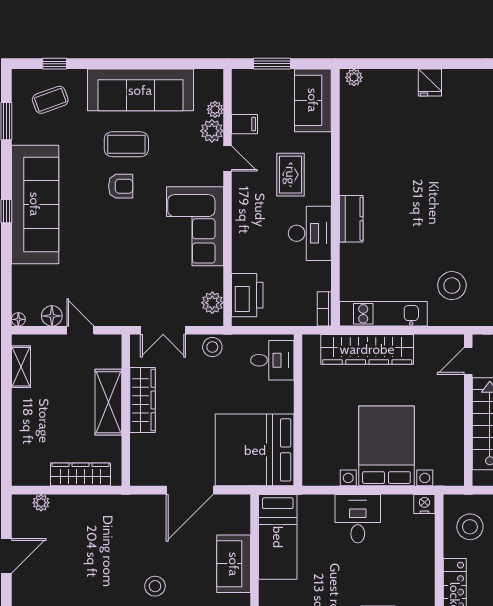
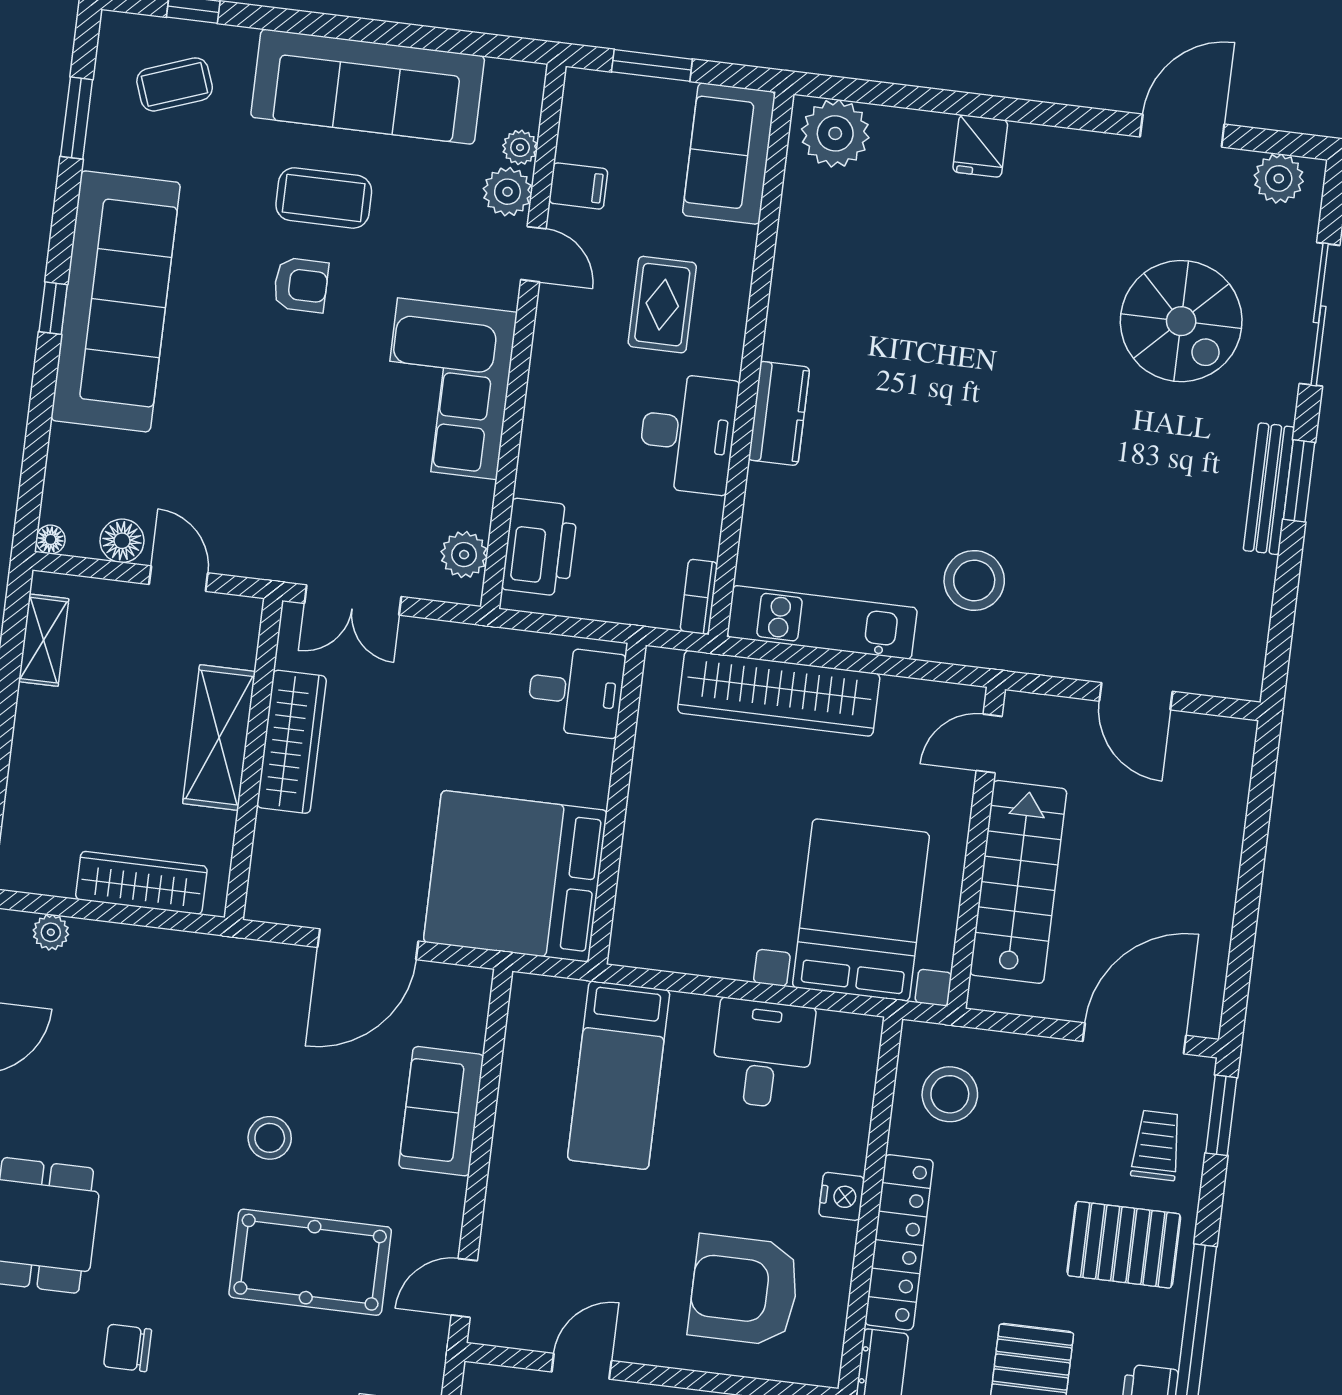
plant: (354, 77) -> (835, 133), width x1.88, depth x1.88
stool: (212, 347) -> (453, 648), removed
bed with nightstands: (386, 446) -> (861, 910), moved
nightstand: (424, 504) -> (842, 1196), moved, turned 90
desk: (358, 519) -> (762, 1054), moved
bed: (278, 537) -> (619, 1075), moved

